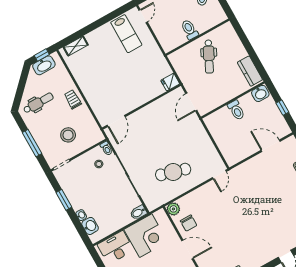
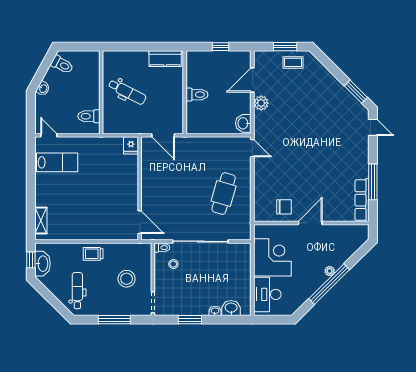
toilet: (189, 30) -> (89, 116), moved
washbasin: (260, 93) -> (243, 123), moved, turned 180
plant: (173, 209) -> (261, 103), moved
bidet: (138, 213) -> (245, 252), removed

